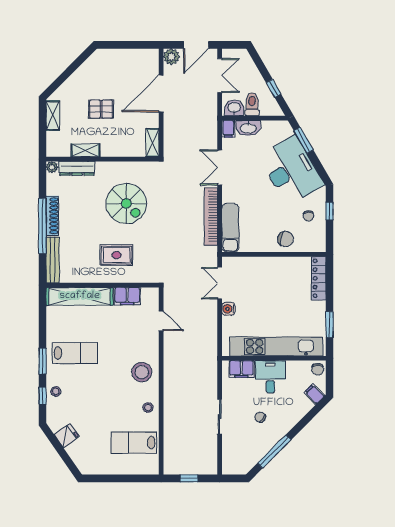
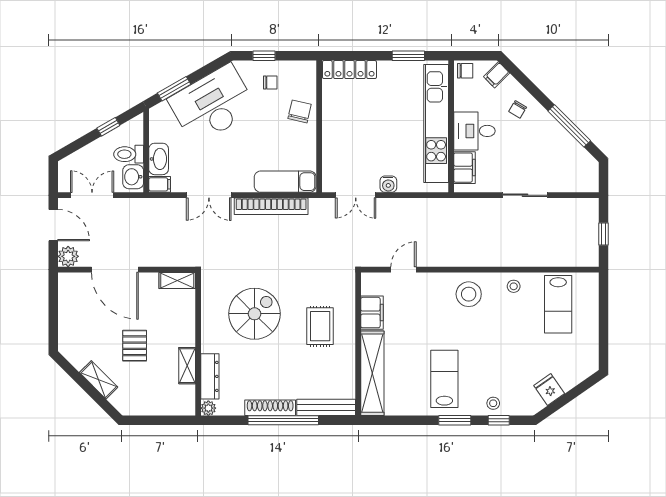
shelving: (53, 116) -> (99, 380), moved, turned 45
chair: (260, 417) -> (518, 109), moved

